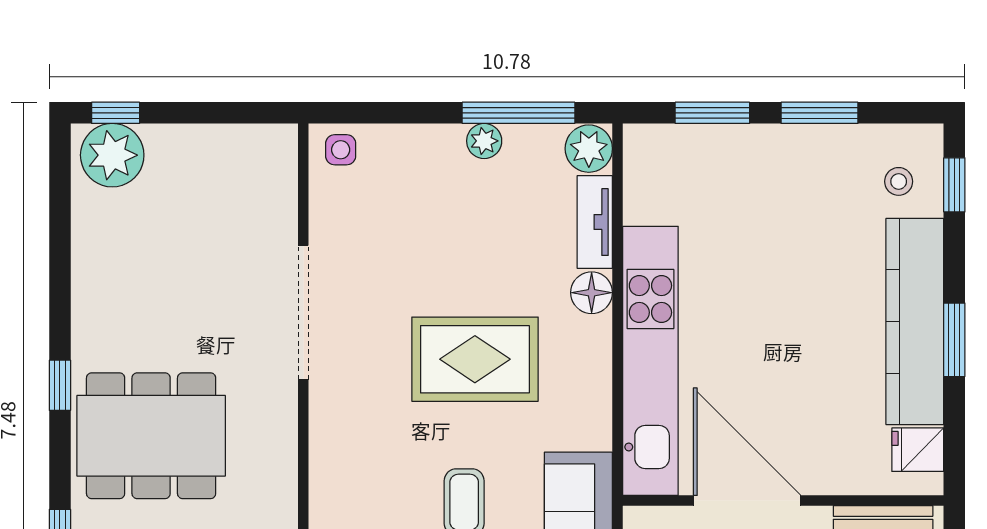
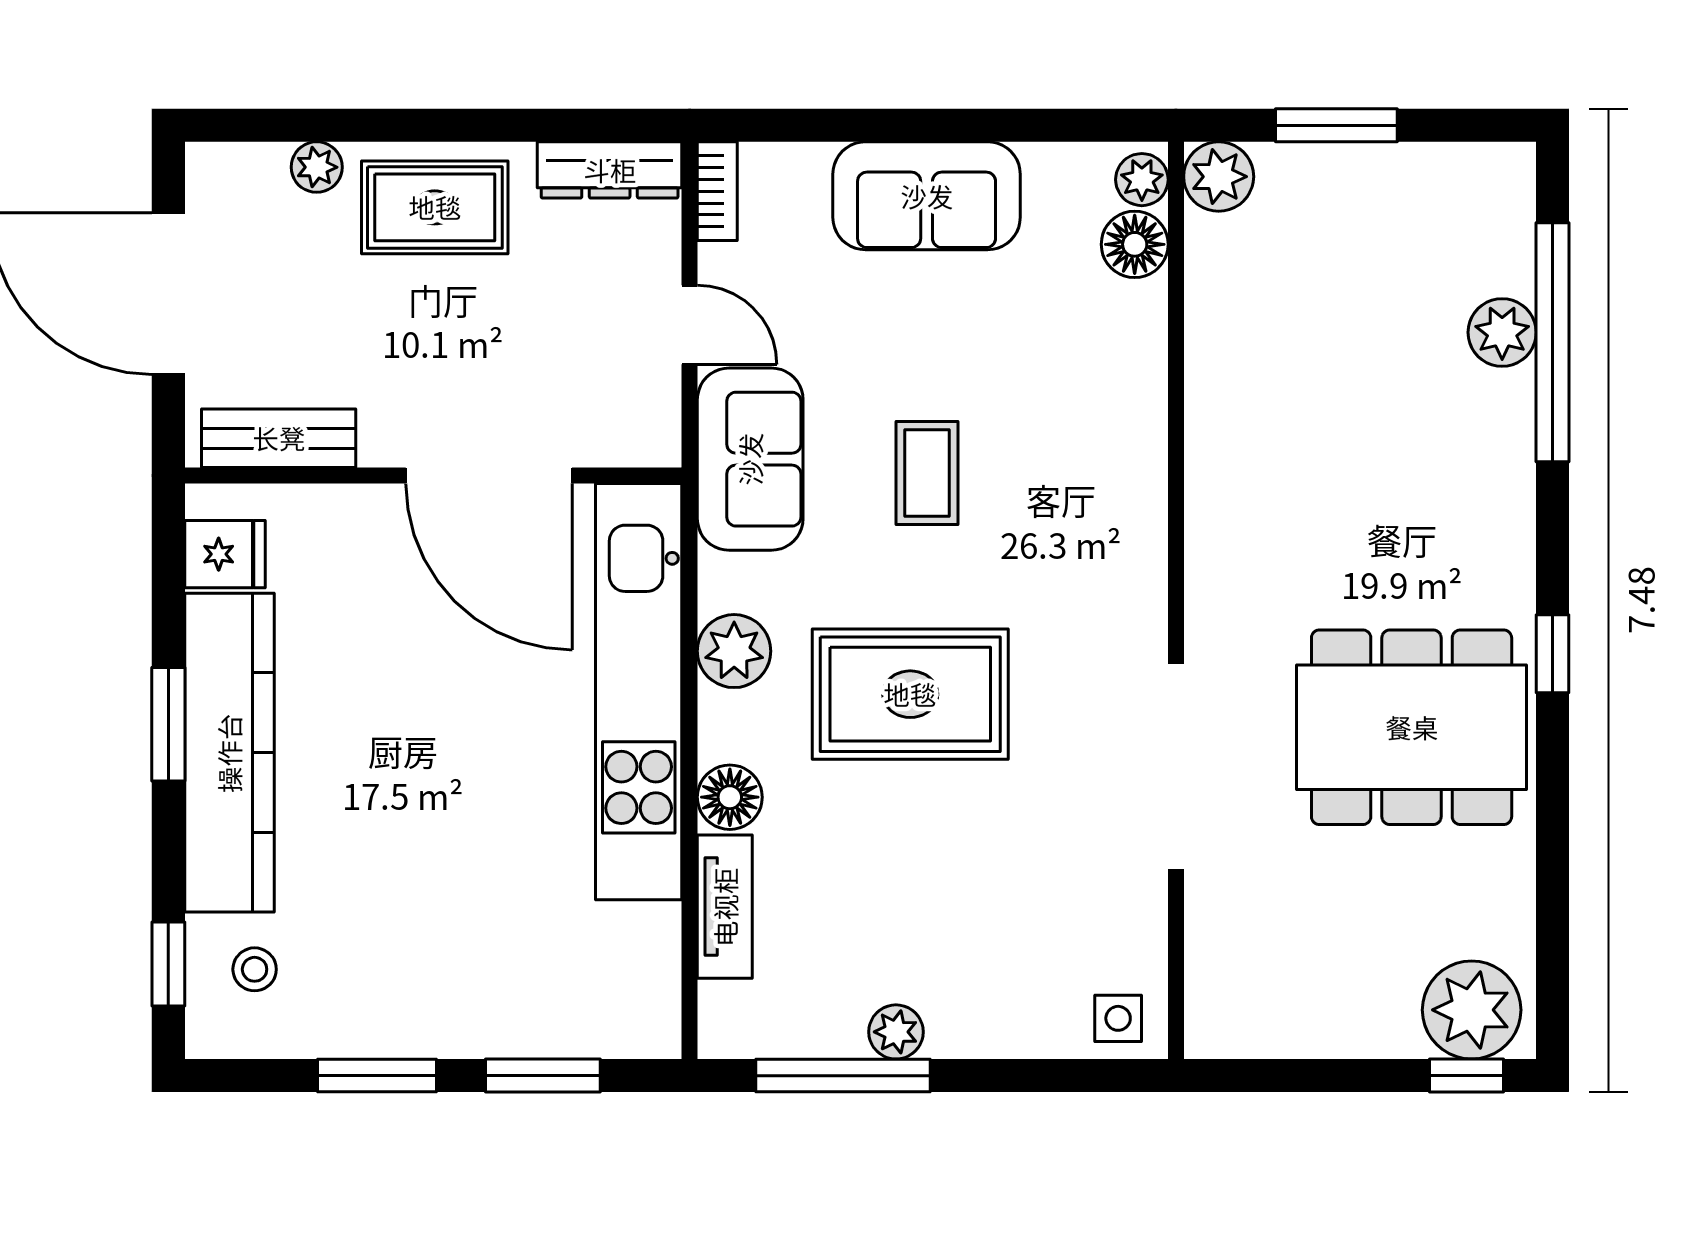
plant: (589, 149) -> (734, 651), moved
dining table: (151, 436) -> (1412, 727), moved

